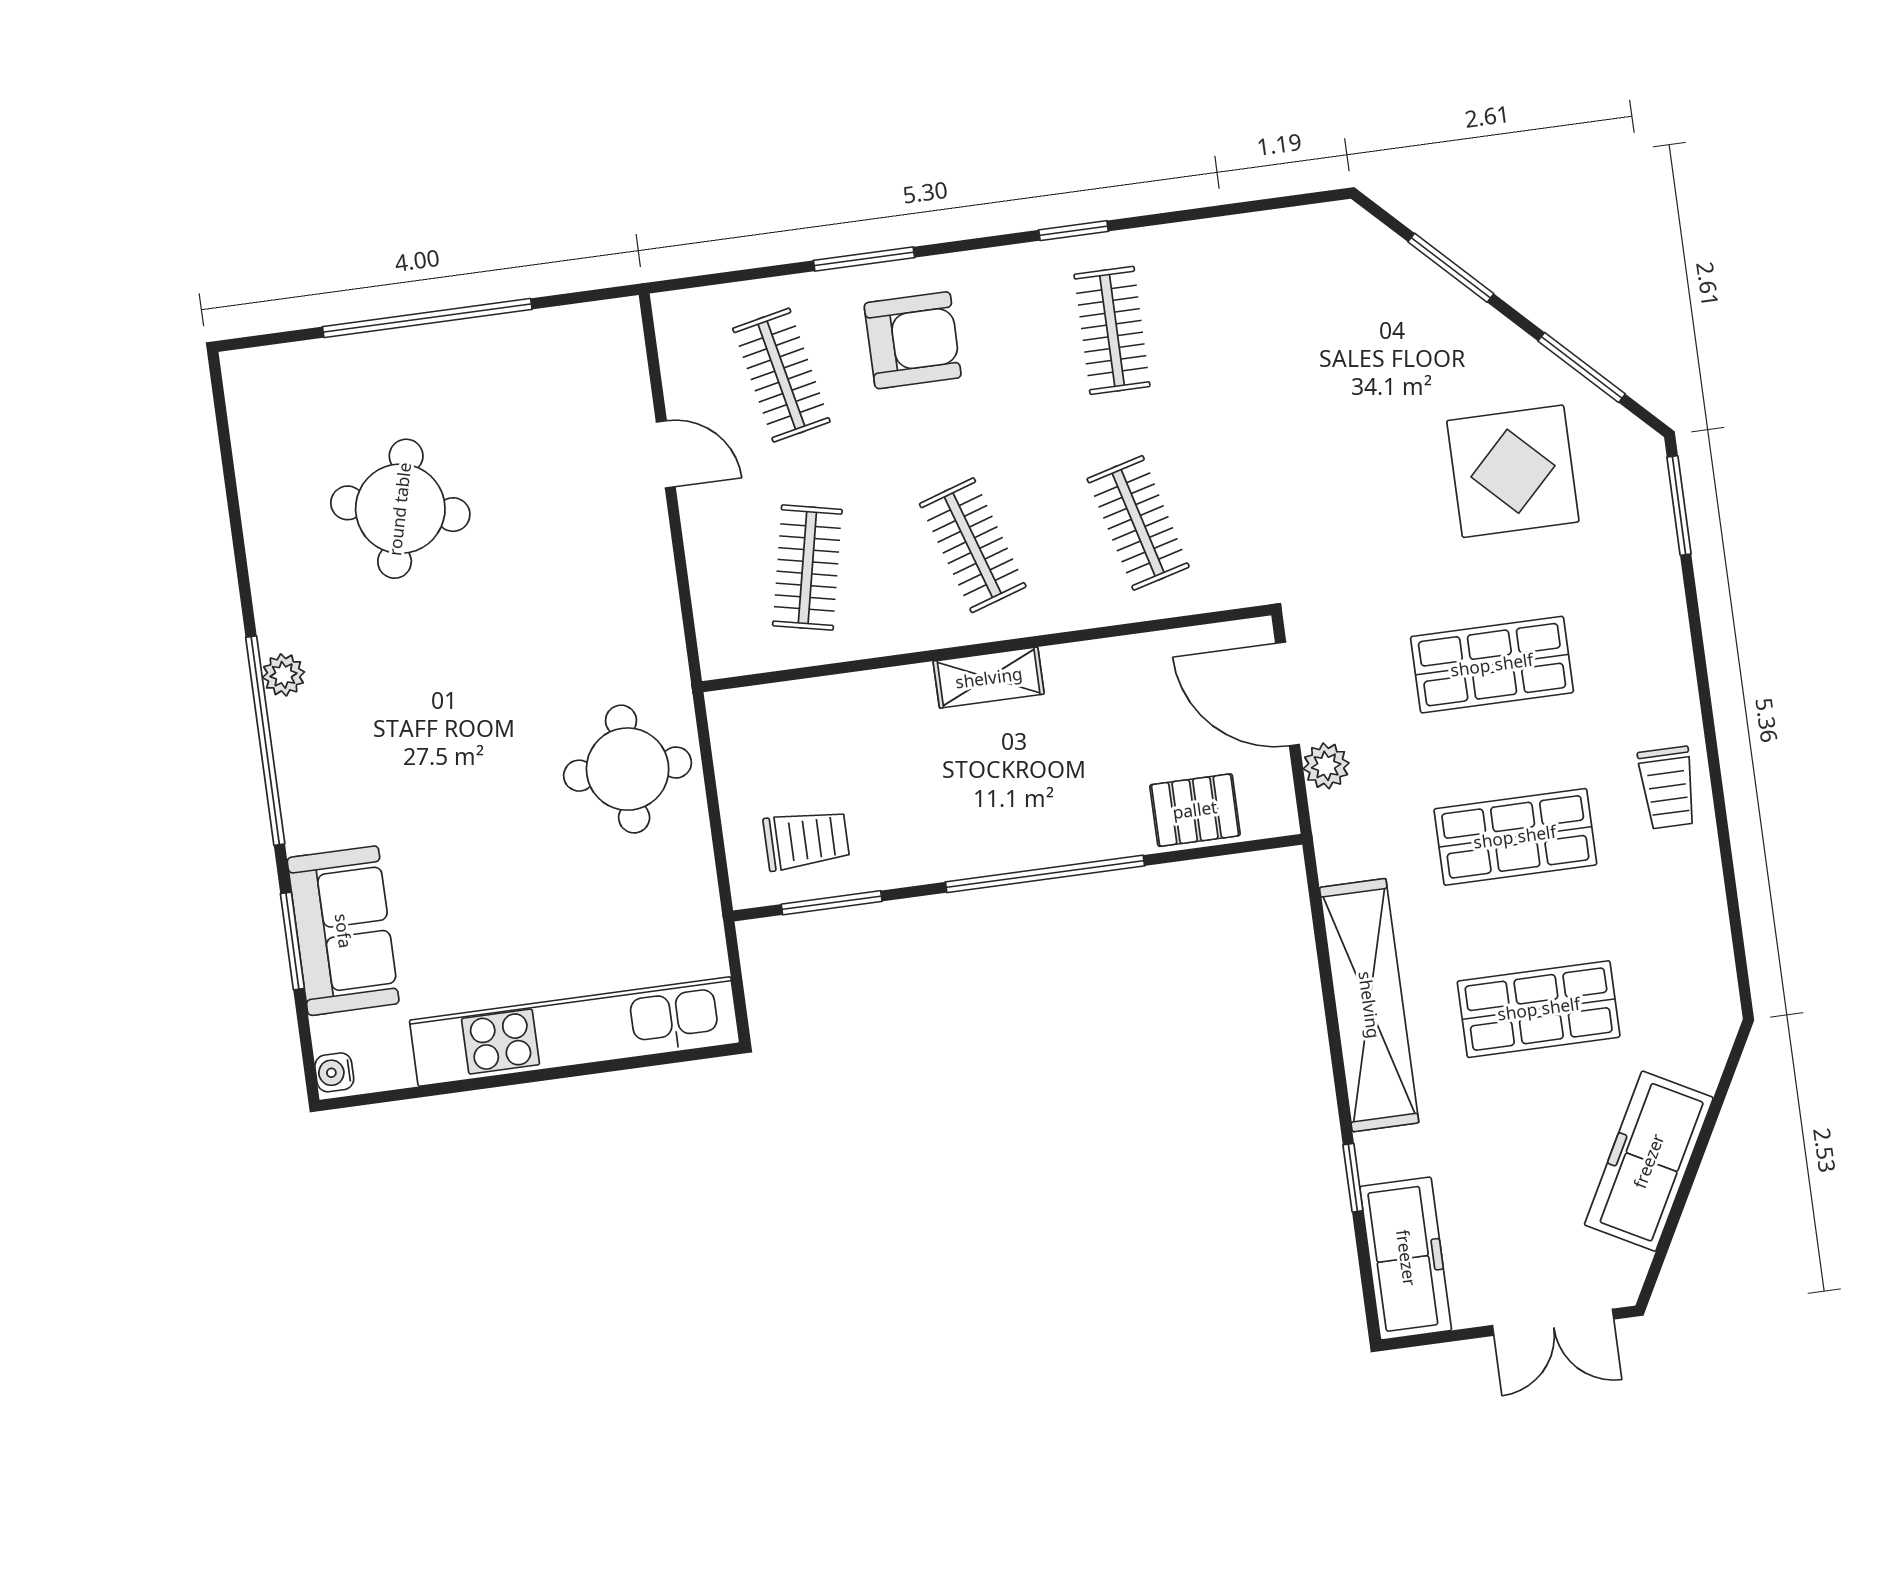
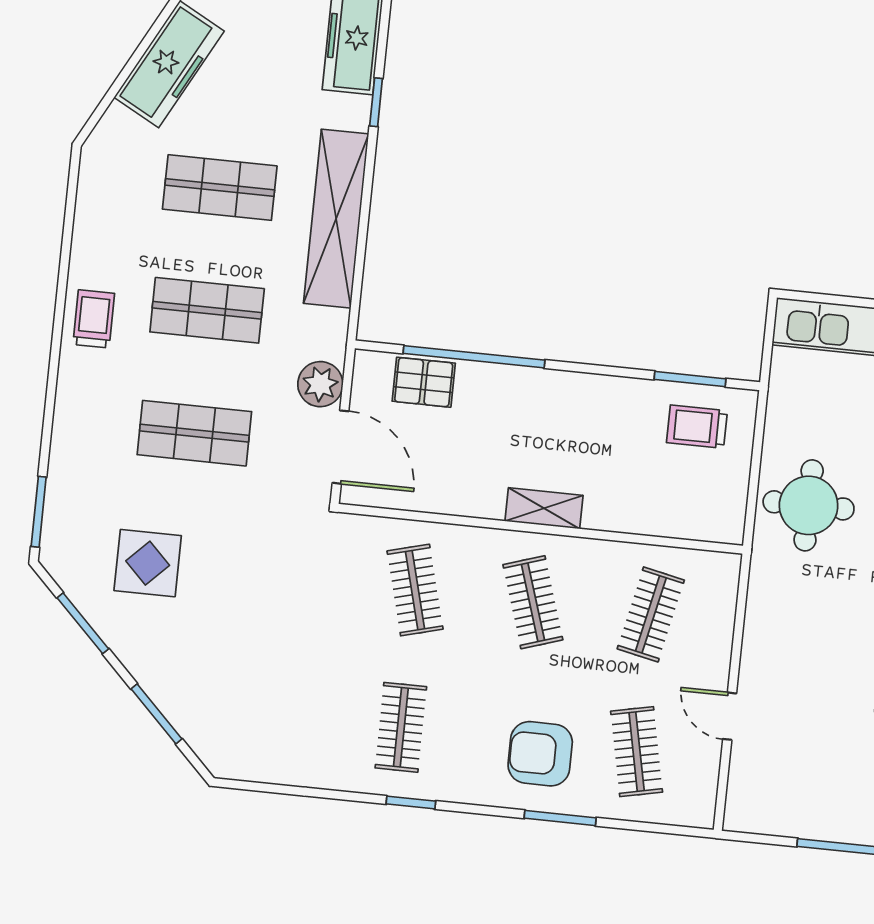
display table: (1513, 471) -> (148, 563), width x0.73, depth x0.73
plant: (1326, 766) -> (320, 384), width x1.38, depth x1.38
window: (1045, 874) -> (474, 357), moved

